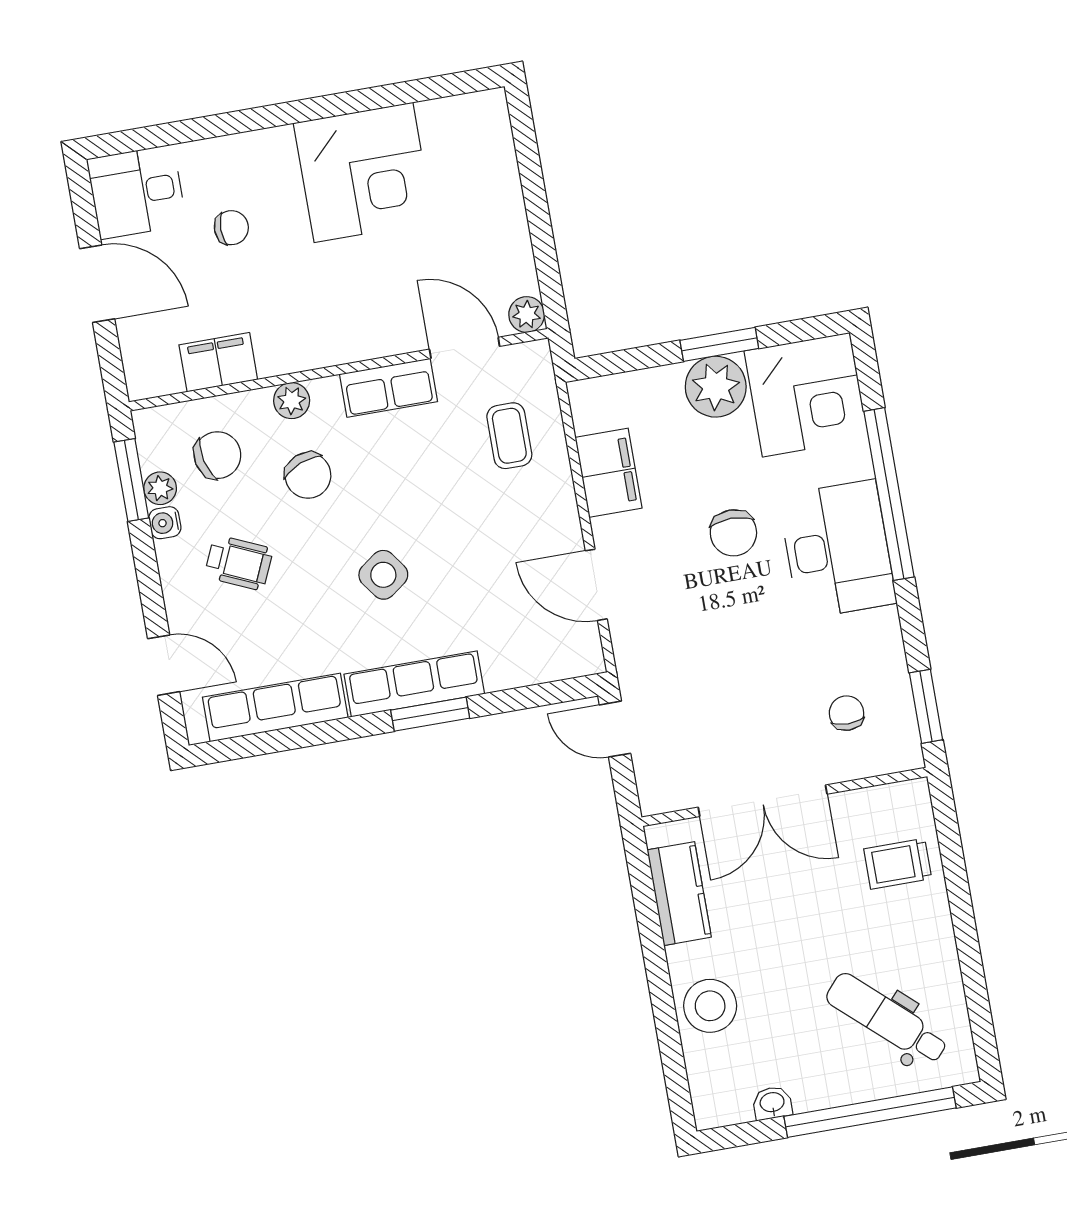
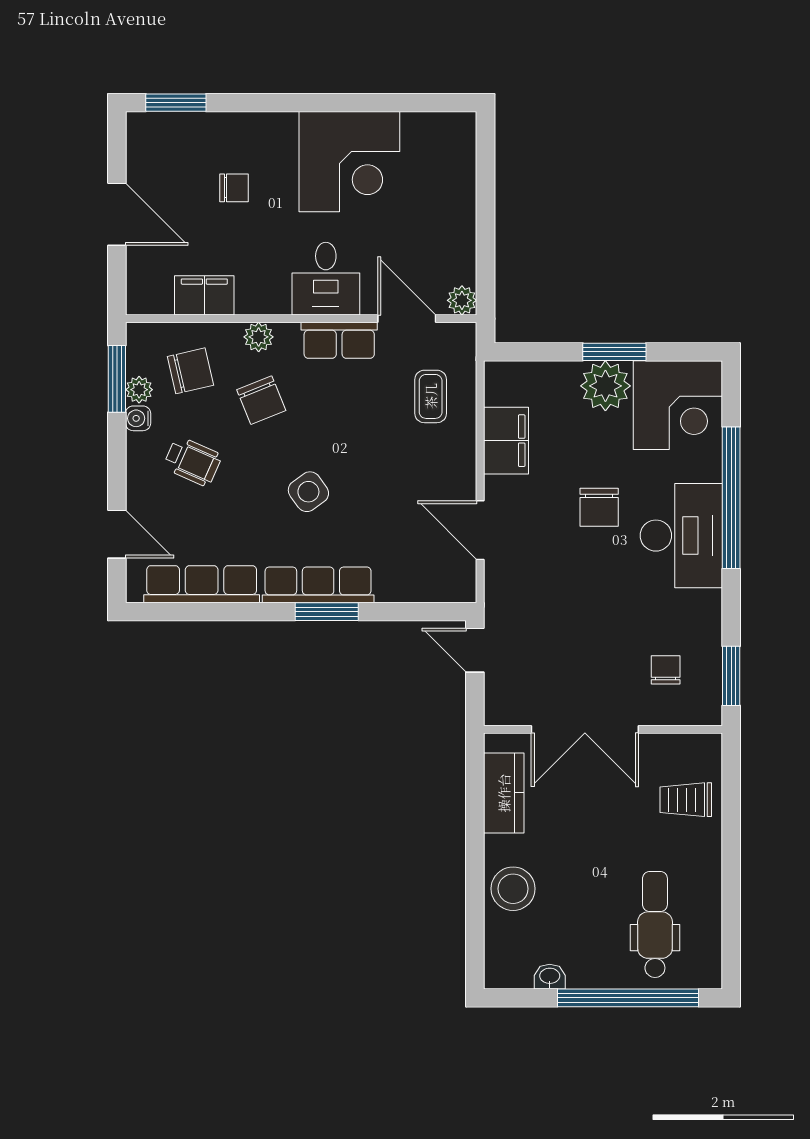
window: (144, 138) -> (176, 103), added
desk: (137, 192) -> (326, 279), moved, turned -90
dental chair: (887, 1019) -> (655, 924), turned 48

